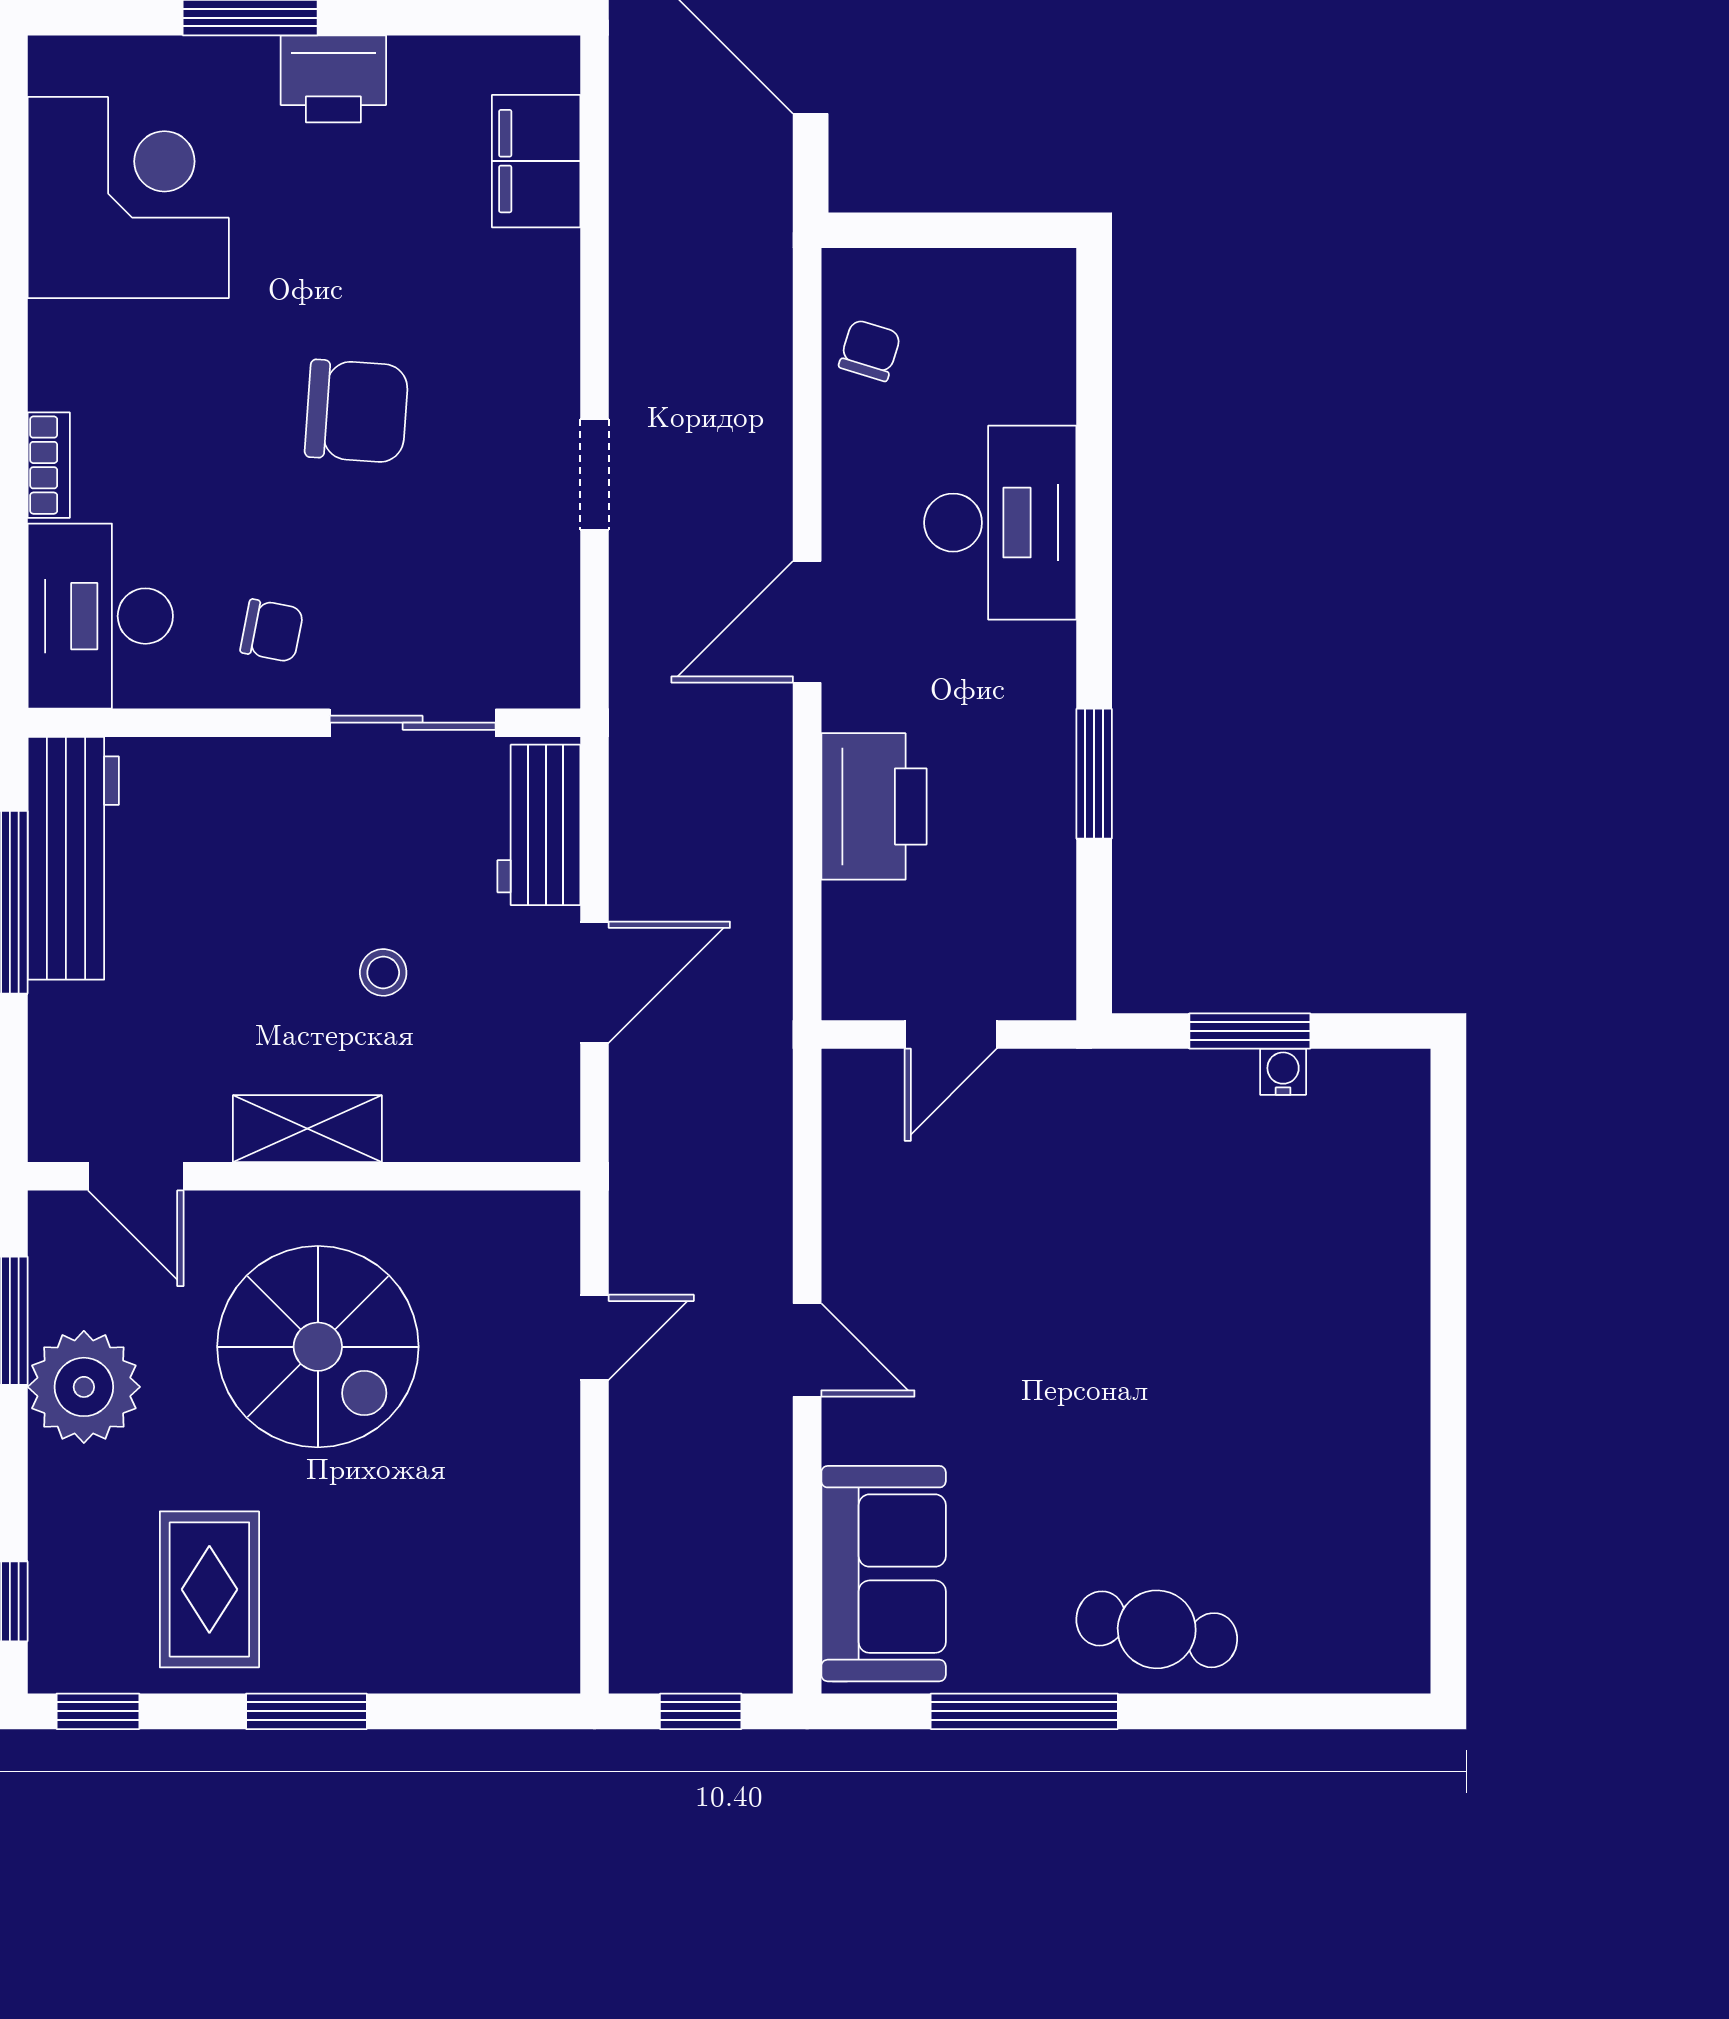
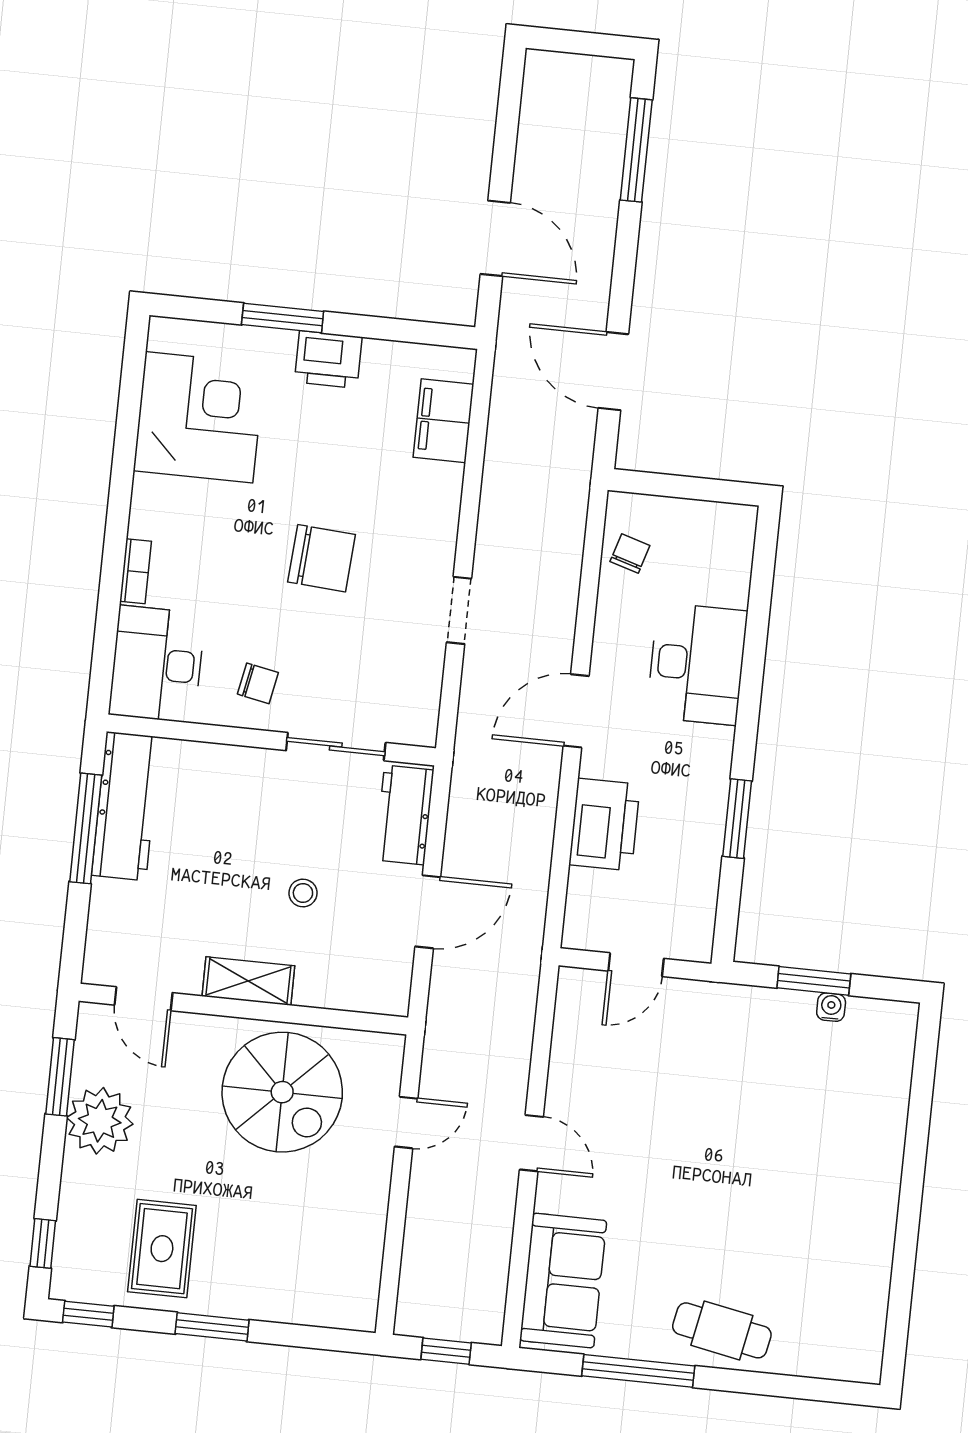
spiral stairs: (318, 1347) -> (282, 1092), moved

